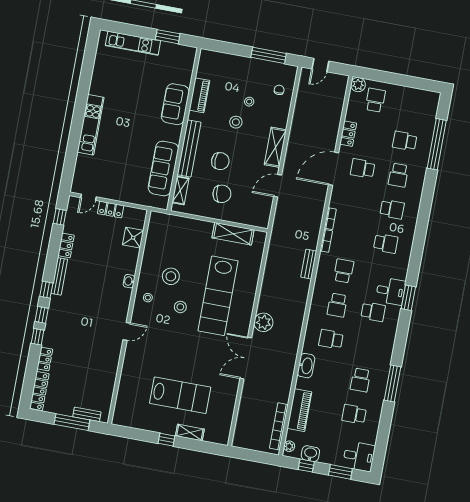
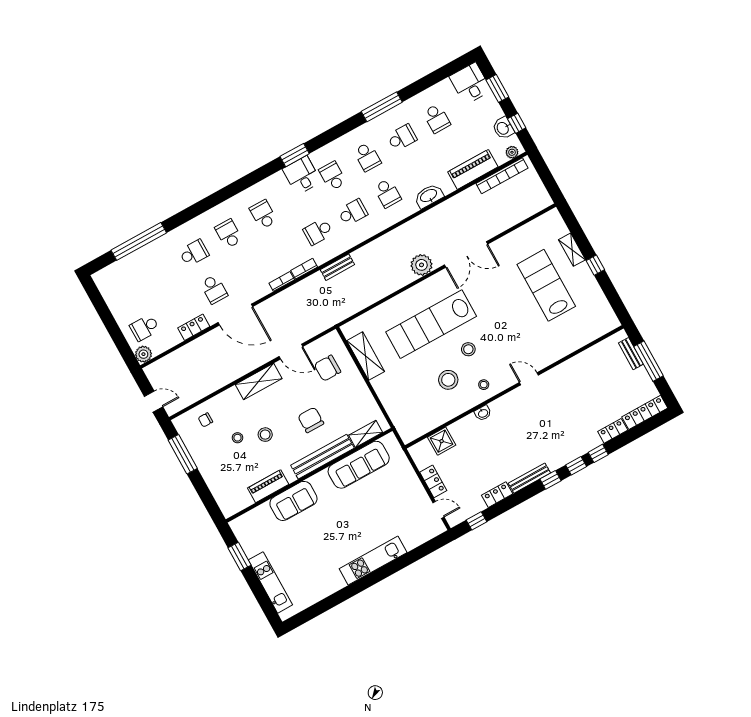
school desk: (405, 141) -> (367, 157), moved
chair: (222, 194) -> (327, 368), moved, turned -80
lab bench: (218, 296) -> (431, 324), turned 180

